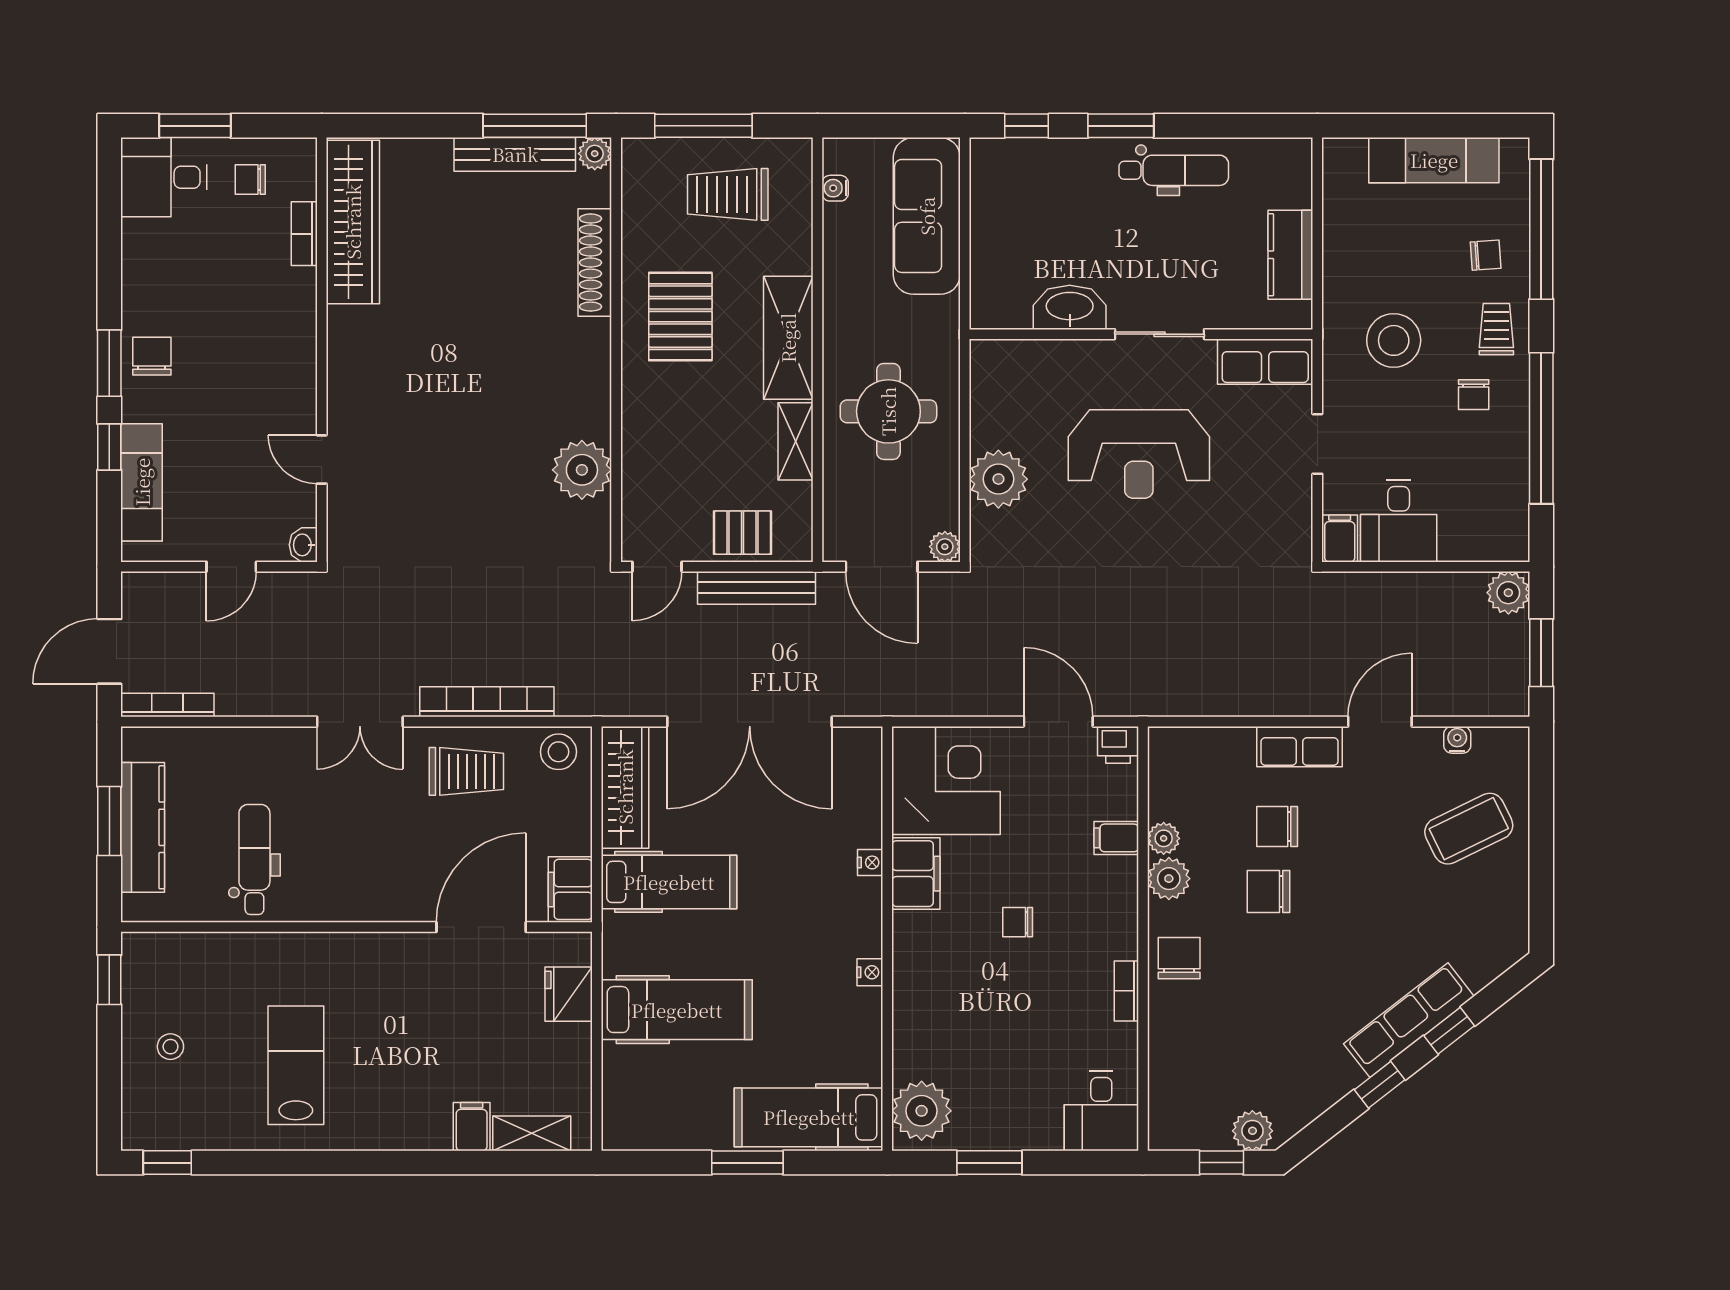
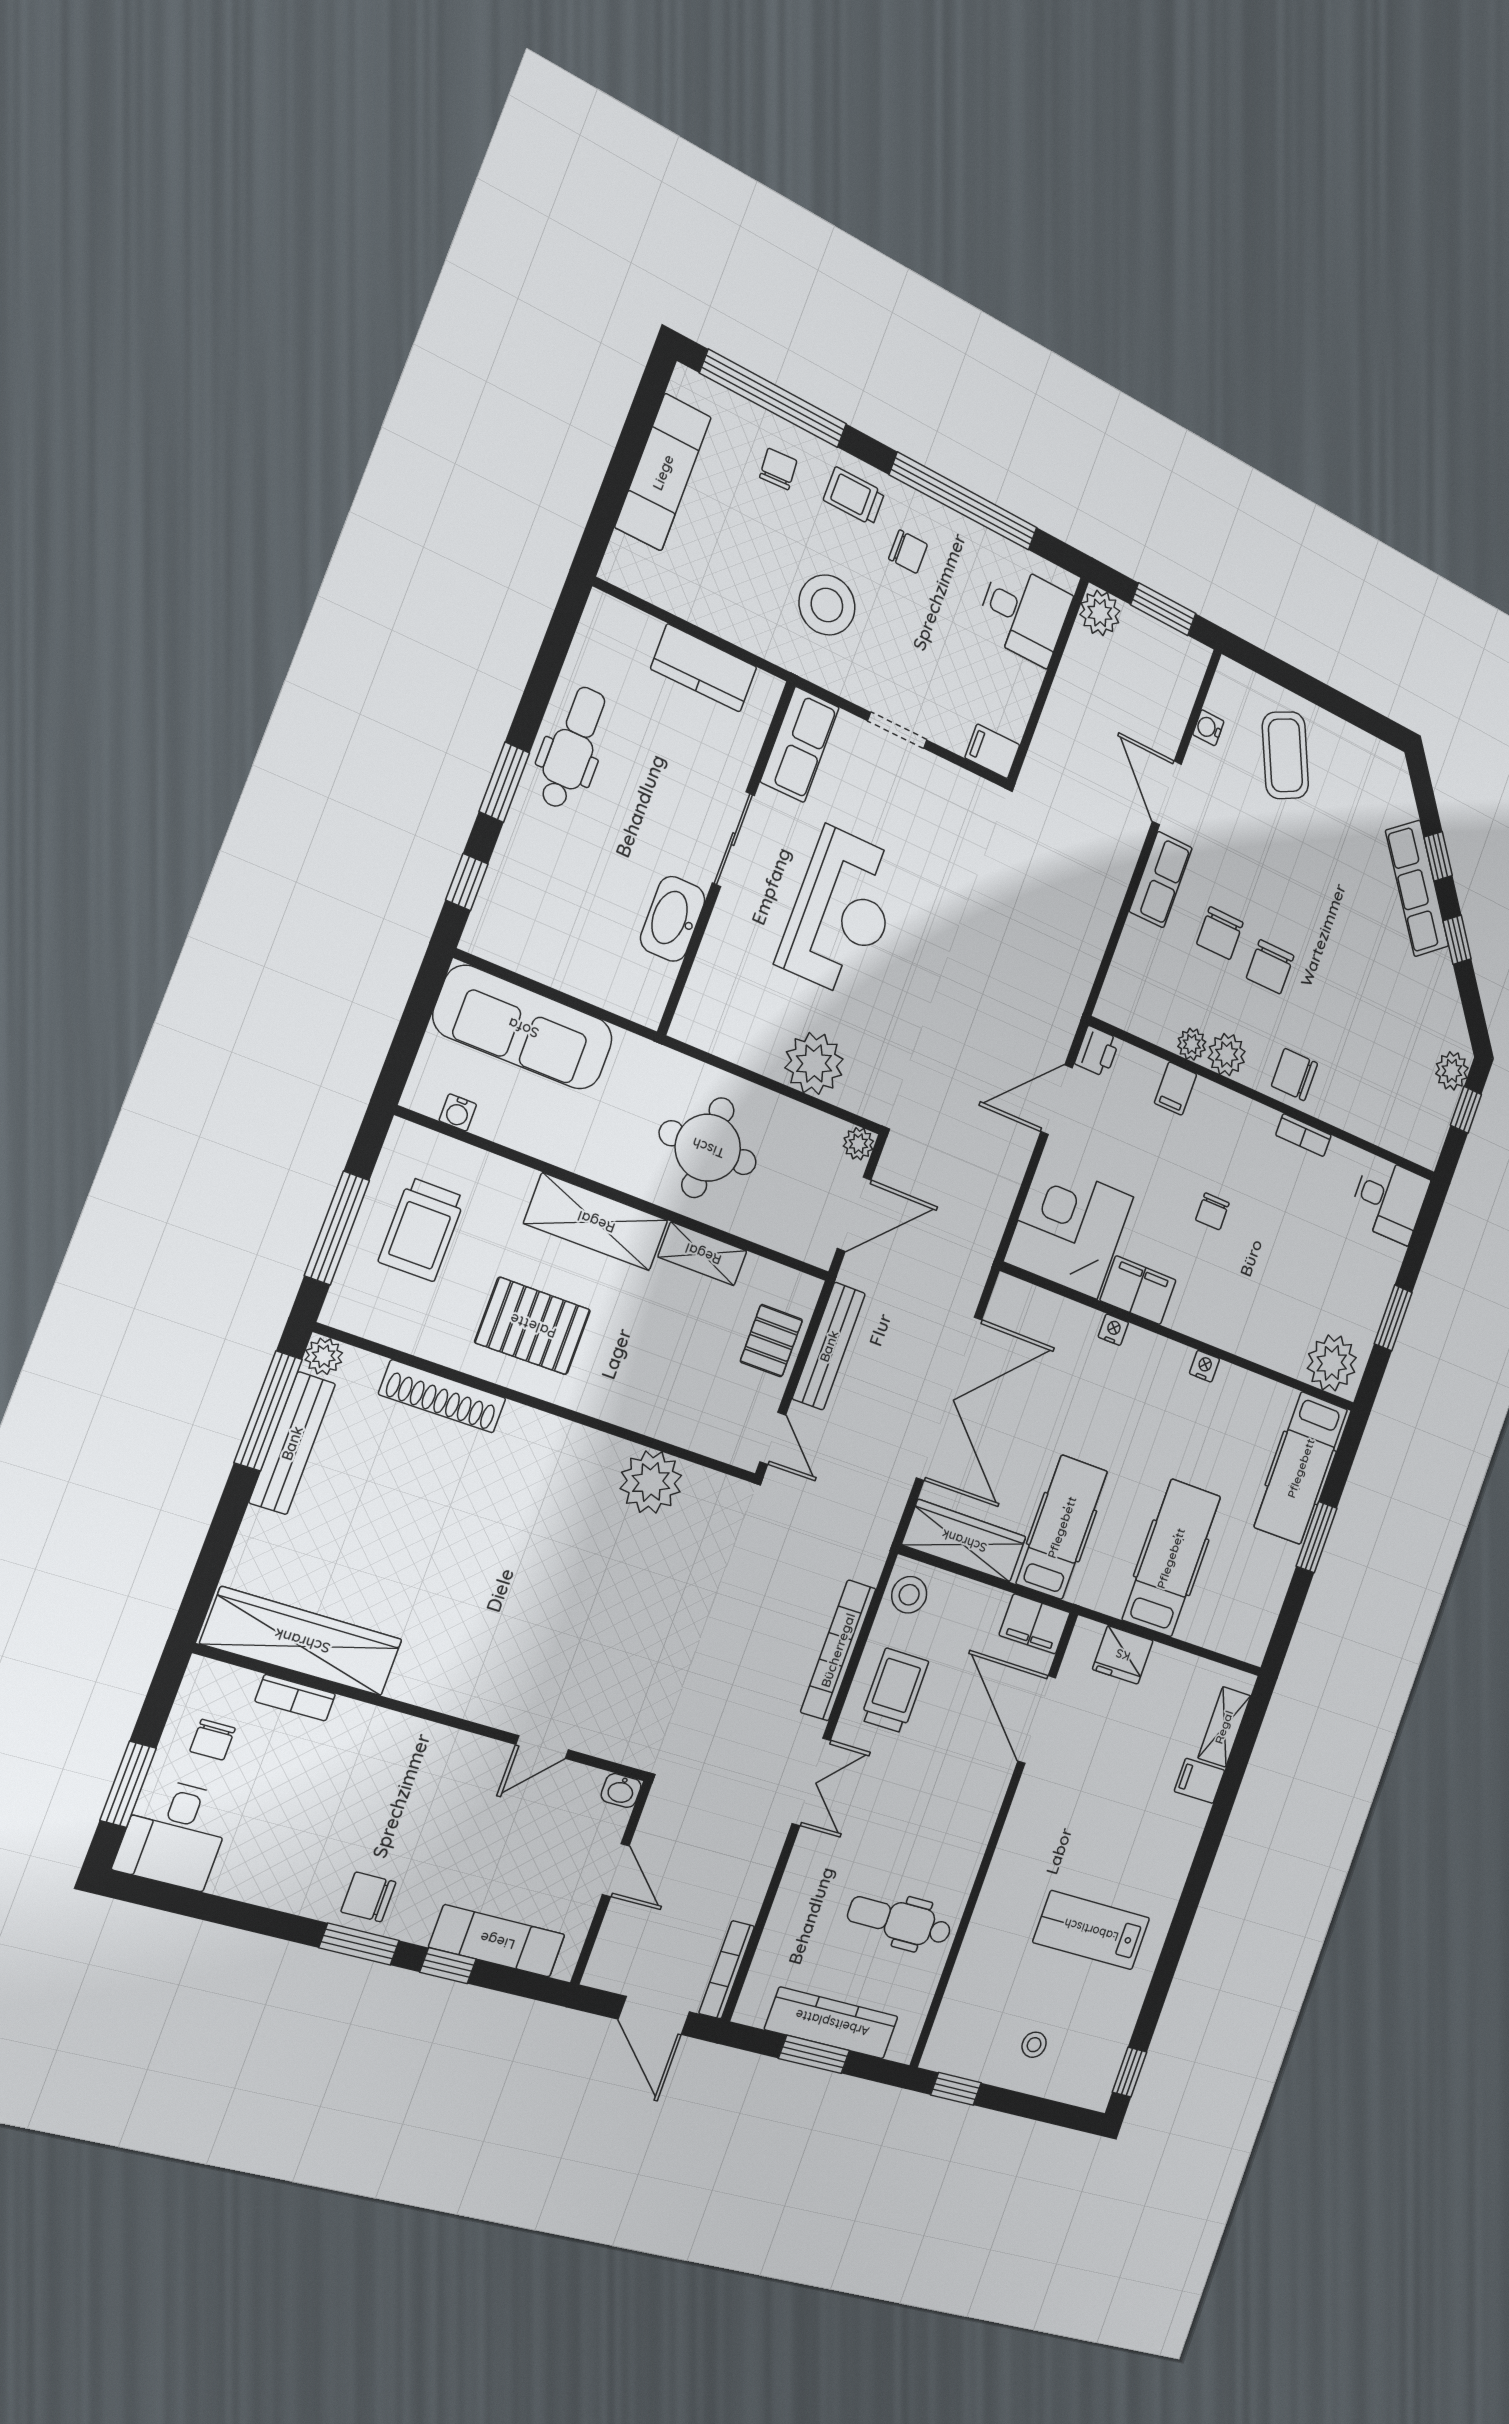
desk: (1399, 521) -> (1024, 613), moved

